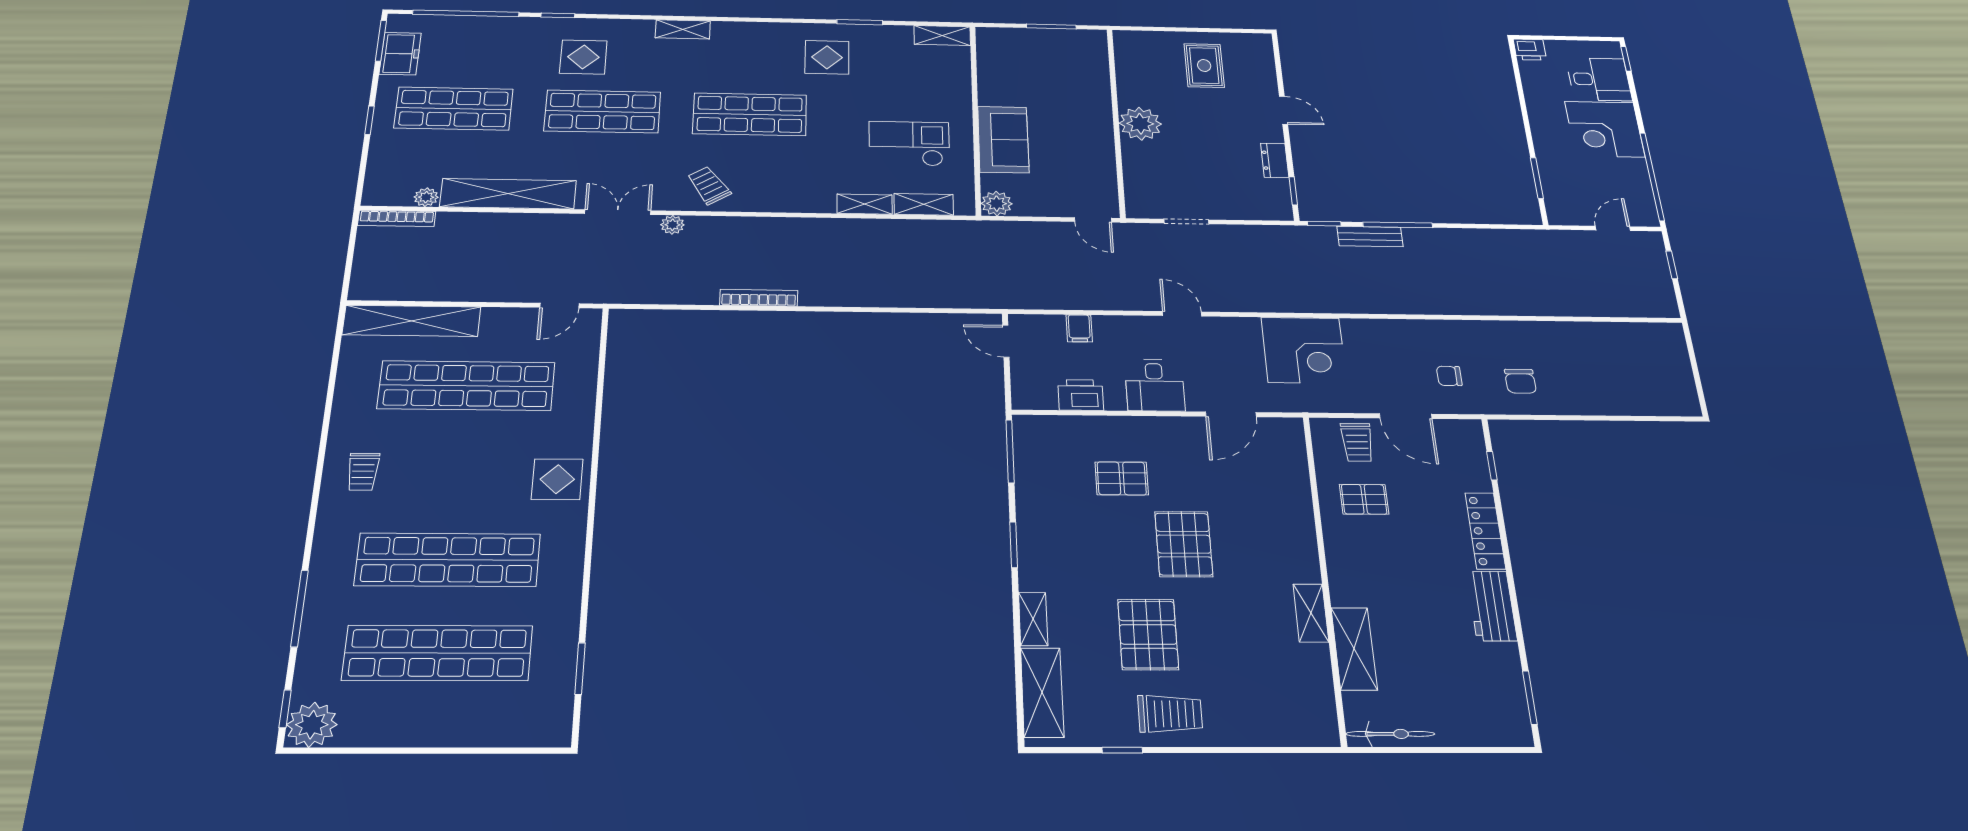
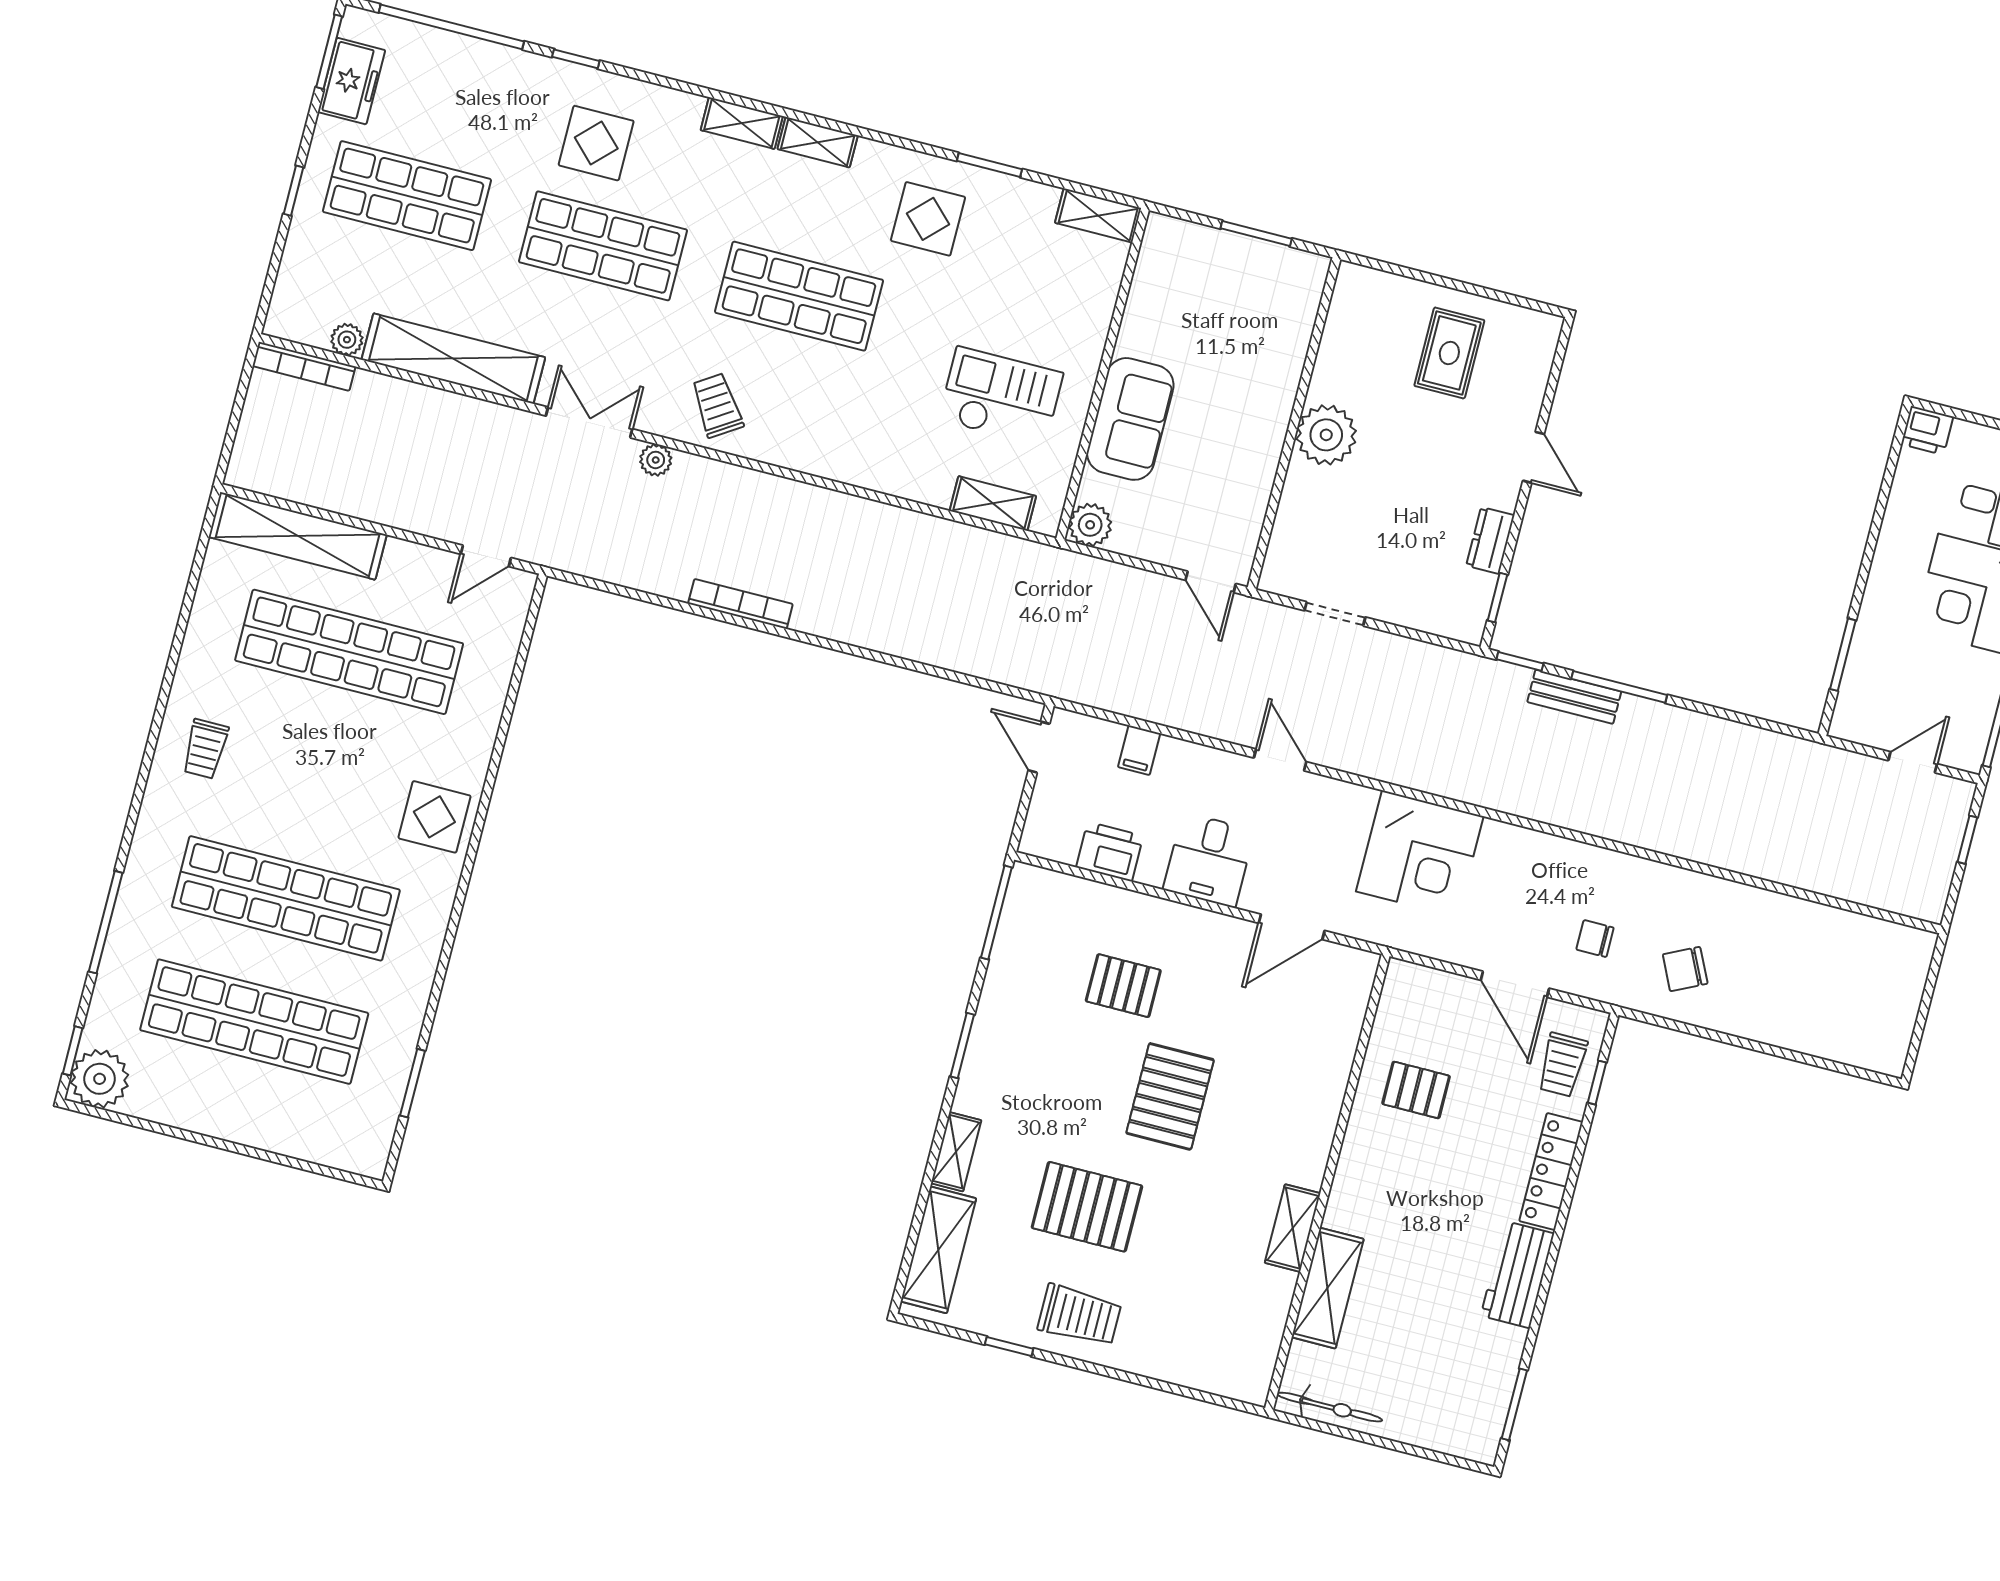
shelving: (865, 204) -> (818, 142), moved
chair: (1520, 381) -> (1685, 969), turned 64
trolley: (1357, 442) -> (1562, 1065), moved
pallet: (1148, 634) -> (1087, 1207), turned 90

